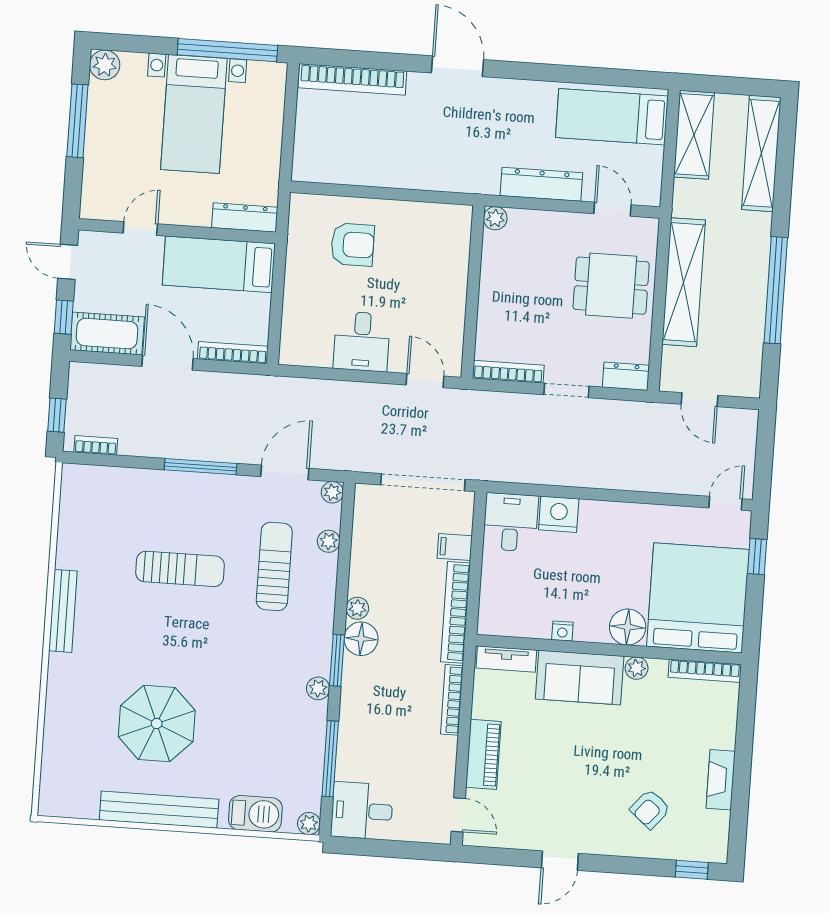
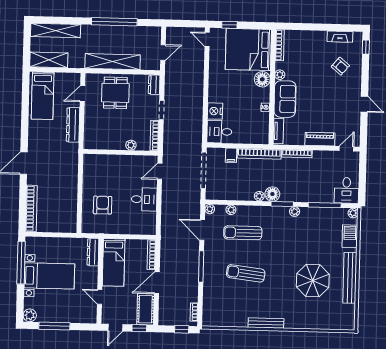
plant: (495, 218) -> (131, 145), moved
sun lounger: (180, 569) -> (246, 273), turned -83
fireplace: (721, 780) -> (340, 37), moved

